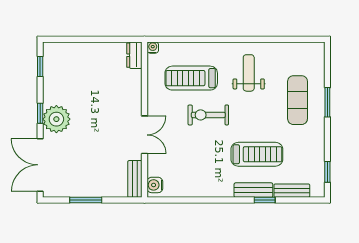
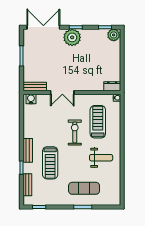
plant: (52, 53) -> (114, 35), added
bench: (253, 190) -> (28, 150), moved

